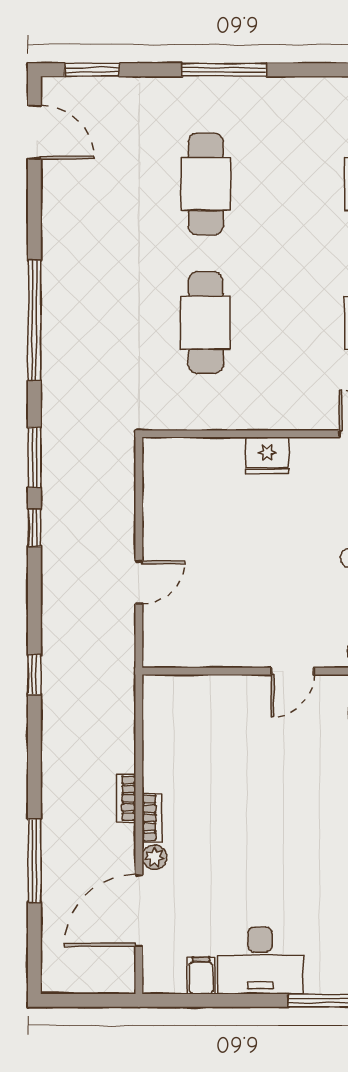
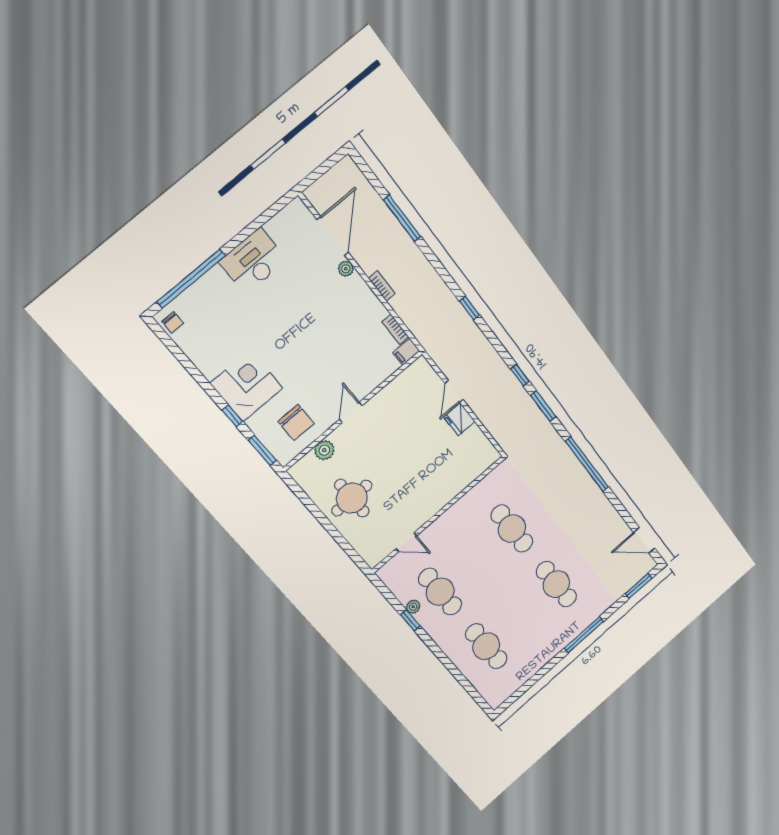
fridge: (267, 455) -> (459, 419), moved, turned -90
bookcase: (152, 818) -> (395, 329), moved
filing cabinet: (201, 976) -> (406, 352), moved, turned 90

